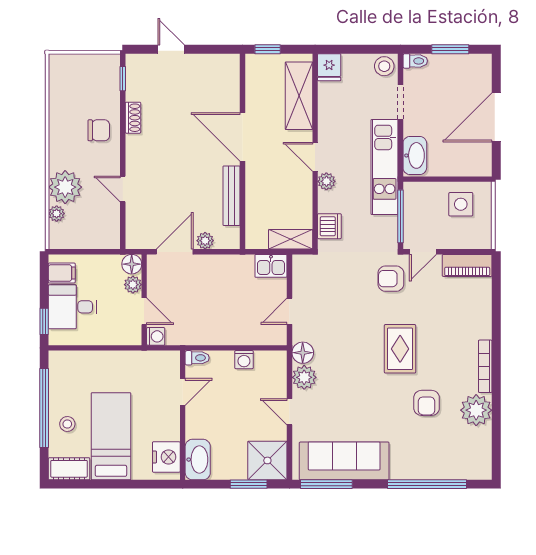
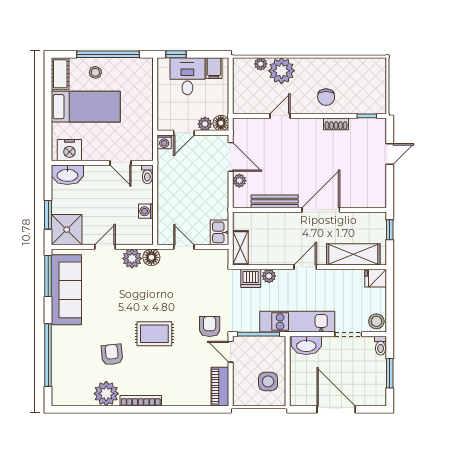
plant: (326, 181) -> (269, 276), moved
armchair: (427, 403) -> (112, 355), turned 84

